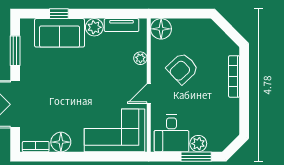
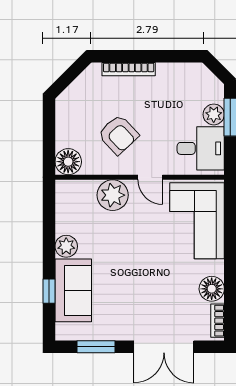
tv unit: (122, 25) -> (63, 212), removed
plant: (140, 58) -> (113, 195), width x1.88, depth x1.88

